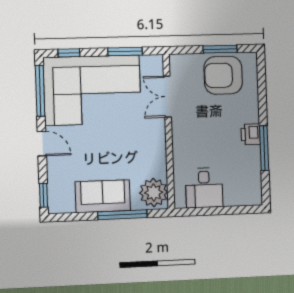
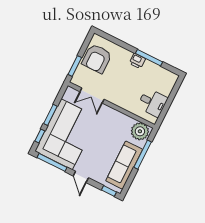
window: (220, 49) -> (75, 66), moved
window: (125, 52) -> (50, 115), moved
door: (42, 144) -> (81, 177), swing flipped
sofa: (103, 196) -> (124, 165), width x1.36

